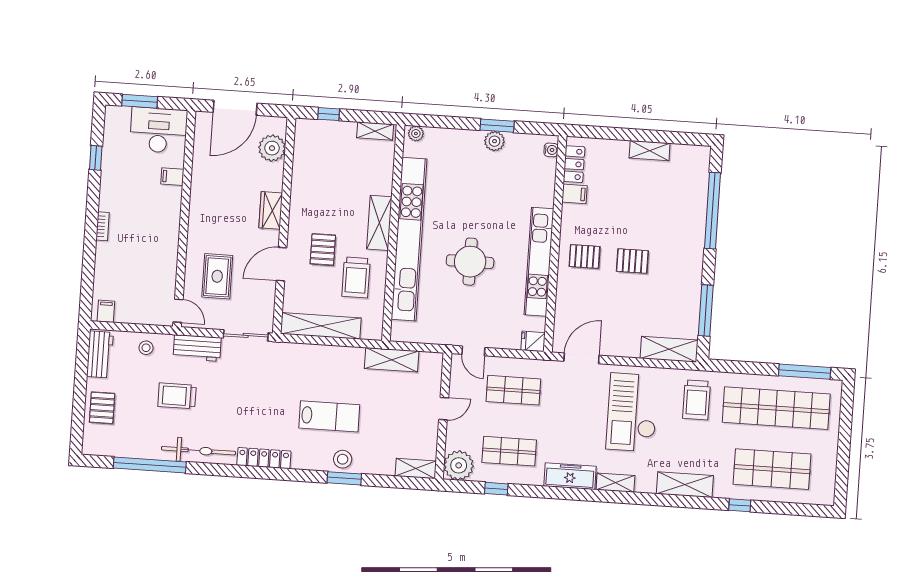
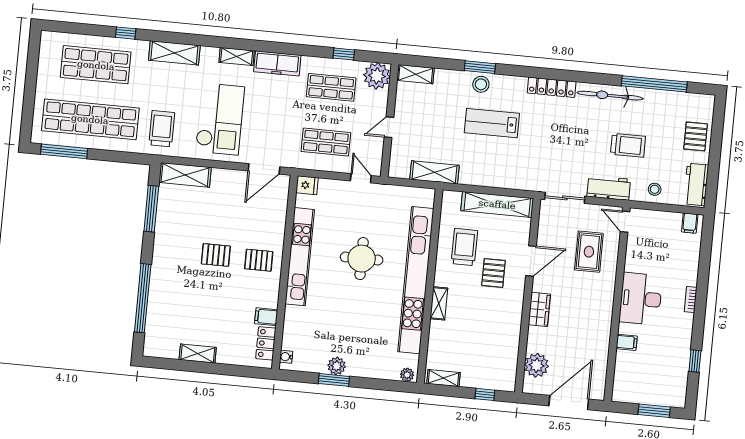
desk: (159, 130) -> (641, 299), moved, turned 90
shelving: (379, 223) -> (439, 303), width x0.67, depth x0.75

